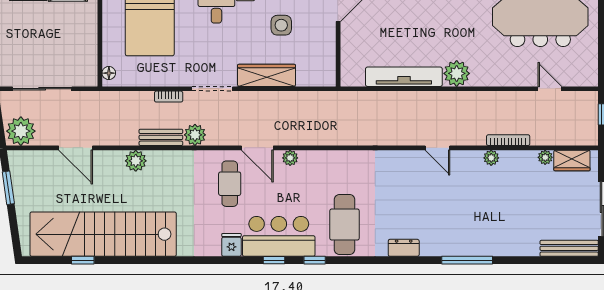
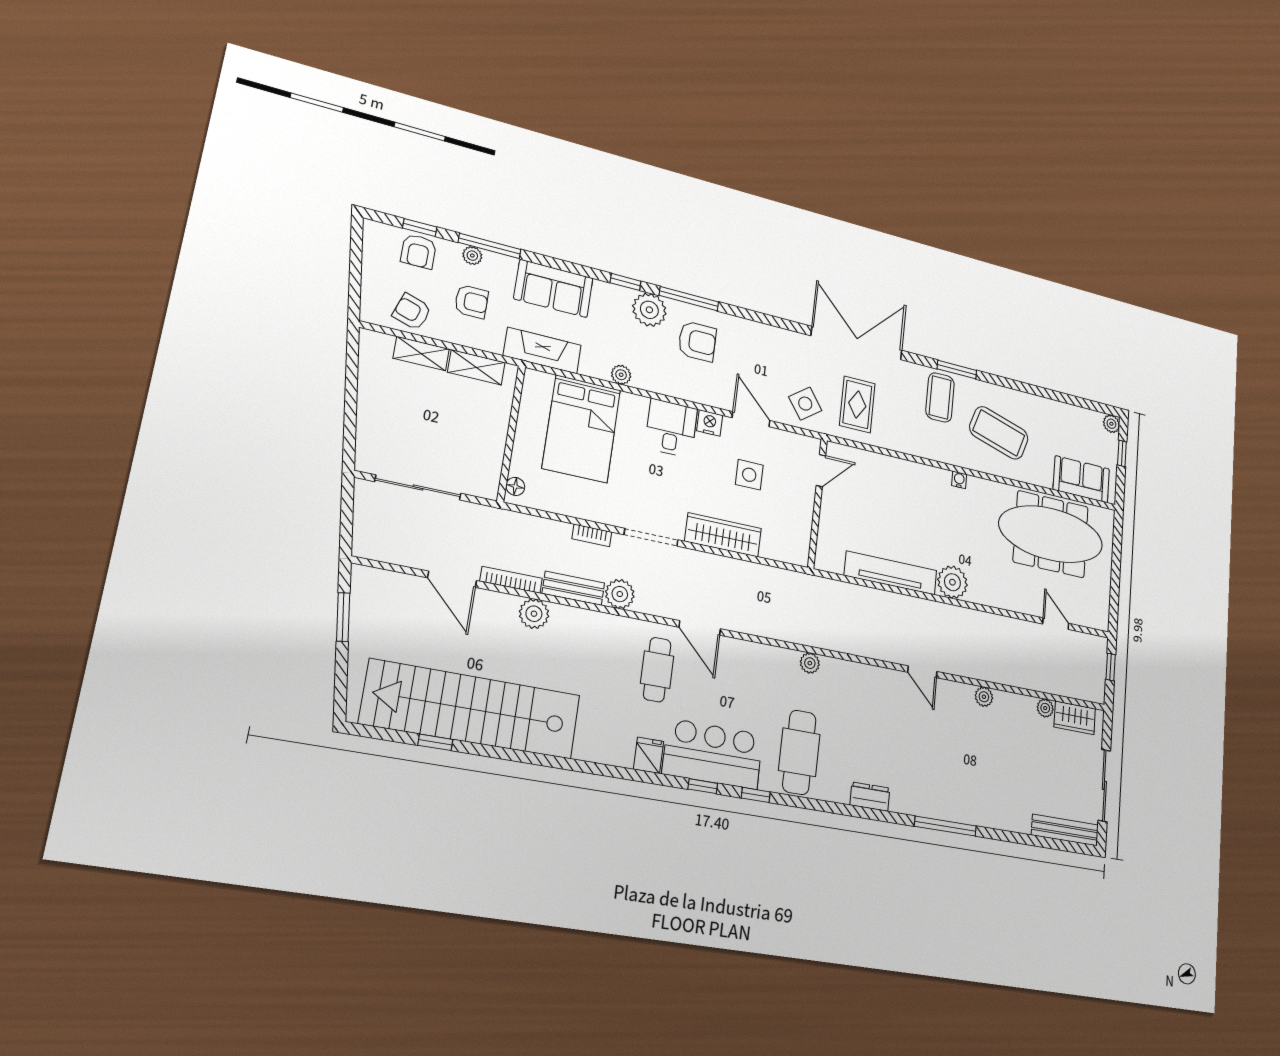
plant: (21, 131) -> (377, 540), removed
bookcase: (508, 140) -> (511, 580), moved
plant: (290, 158) -> (810, 663), moved

